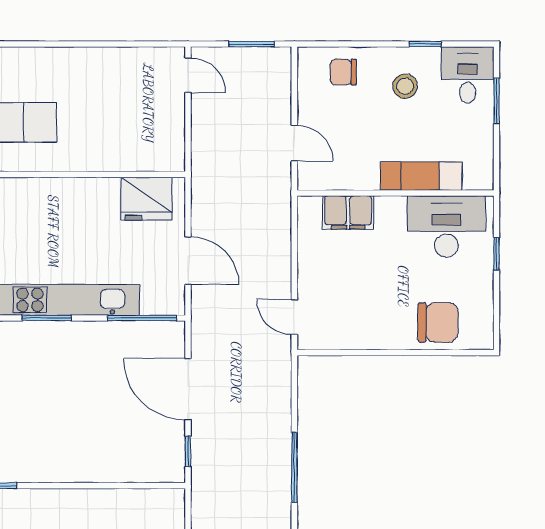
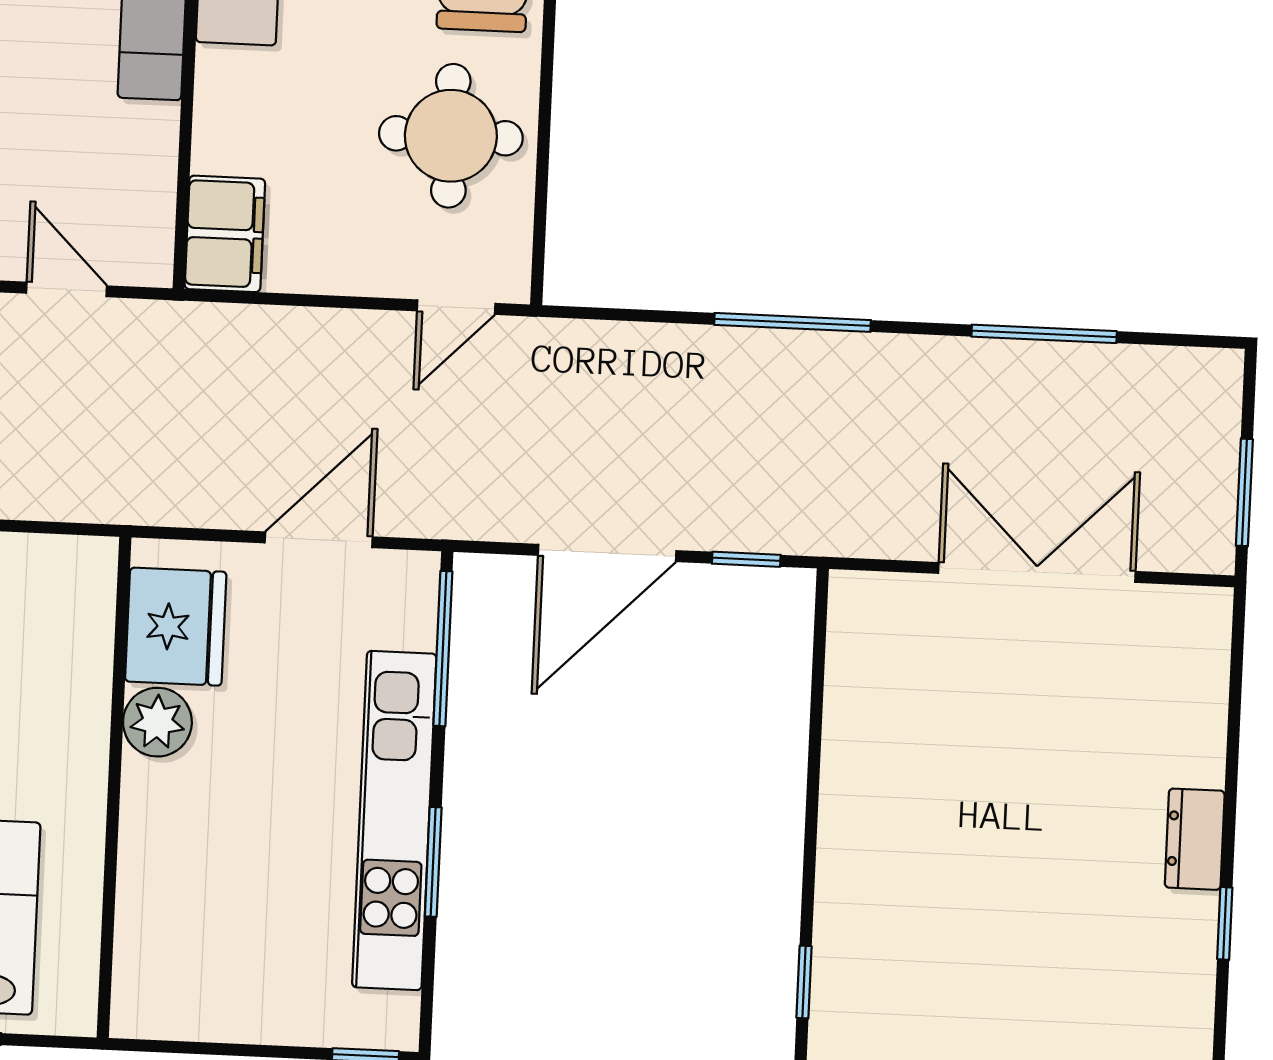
door: (294, 143) -> (66, 289), hinge flipped
plant: (104, 192) -> (157, 722), added
filing cabinet: (348, 213) -> (225, 234), moved
round table: (371, 311) -> (451, 136), added

